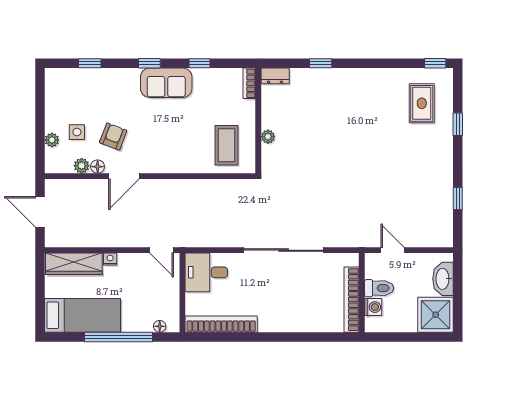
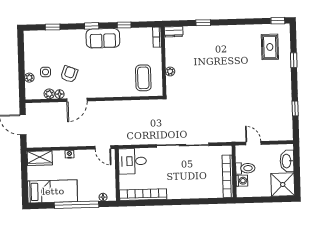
wardrobe: (74, 264) -> (40, 158), width x0.67

